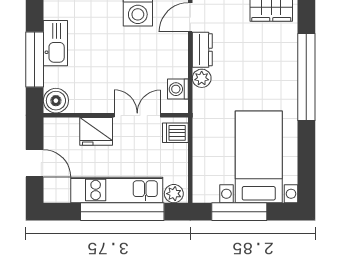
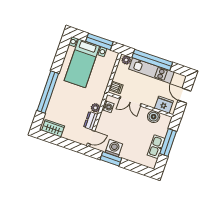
boiler: (56, 101) -> (154, 117), moved
fridge: (96, 131) -> (164, 105), moved

